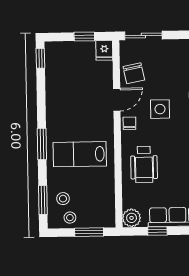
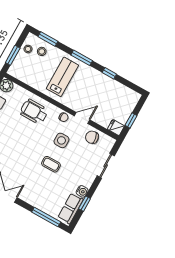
sliding door: (143, 36) -> (106, 166), moved
window: (40, 58) -> (109, 73), moved
door: (117, 100) -> (82, 118), swing flipped

